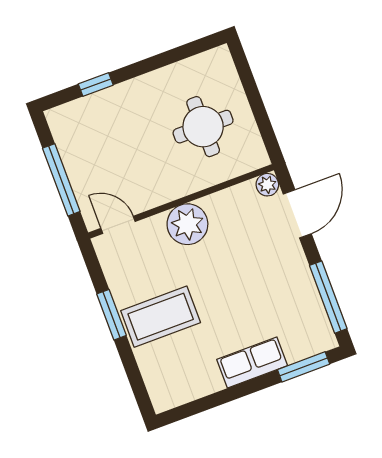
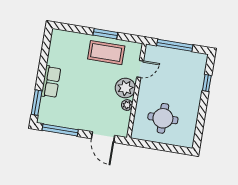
plant: (267, 185) -> (127, 105), moved
door: (118, 225) -> (140, 69), moved
coffee table: (161, 317) -> (106, 53), moved, turned 90

